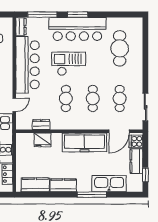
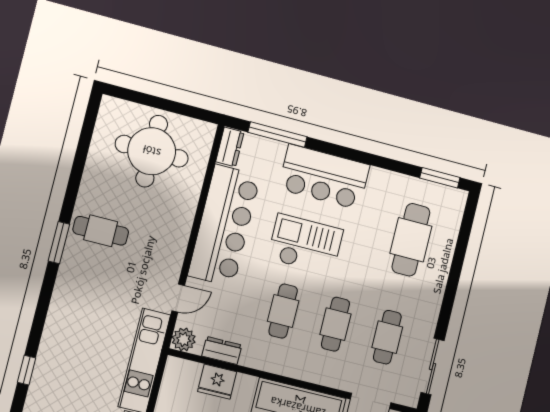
window: (78, 15) -> (440, 178), moved
bar counter: (77, 29) -> (324, 177), width x0.73
plant: (22, 124) -> (184, 339), added

